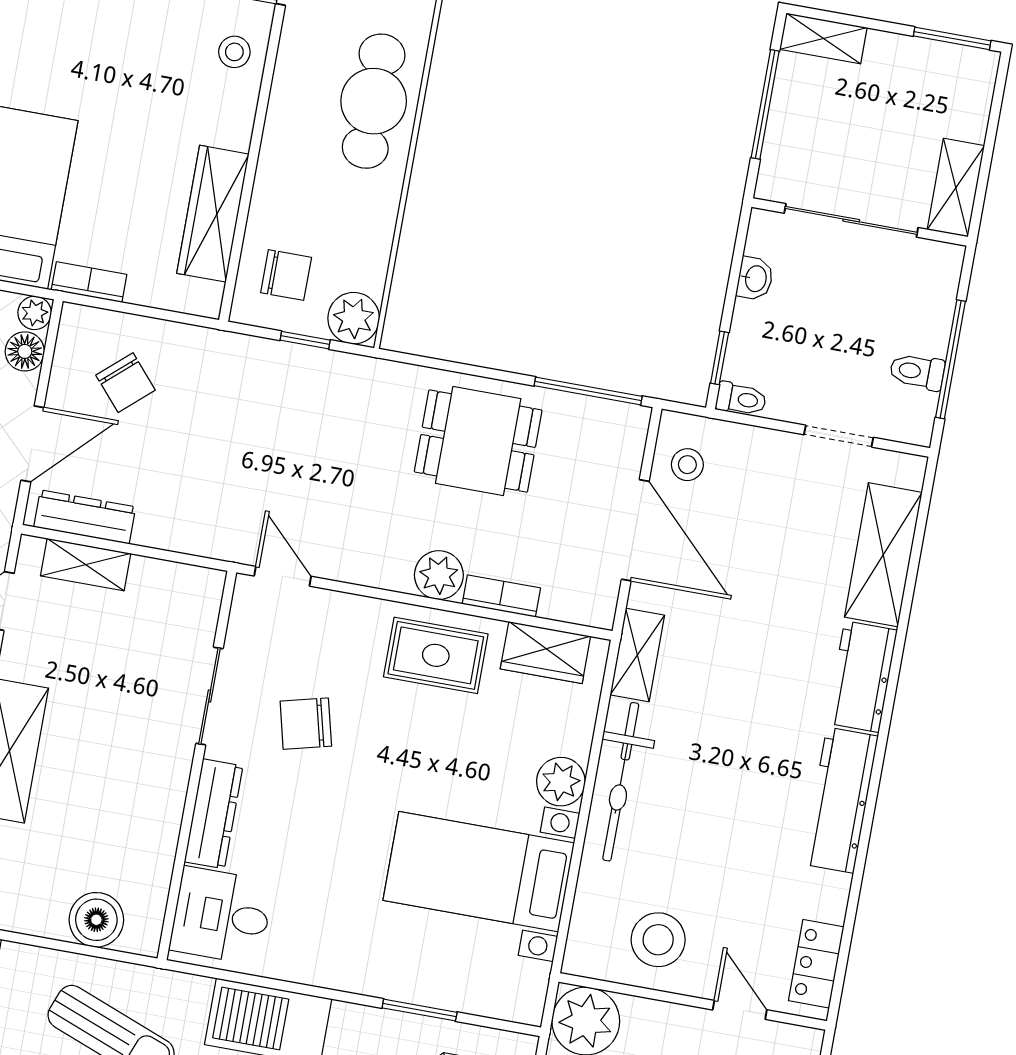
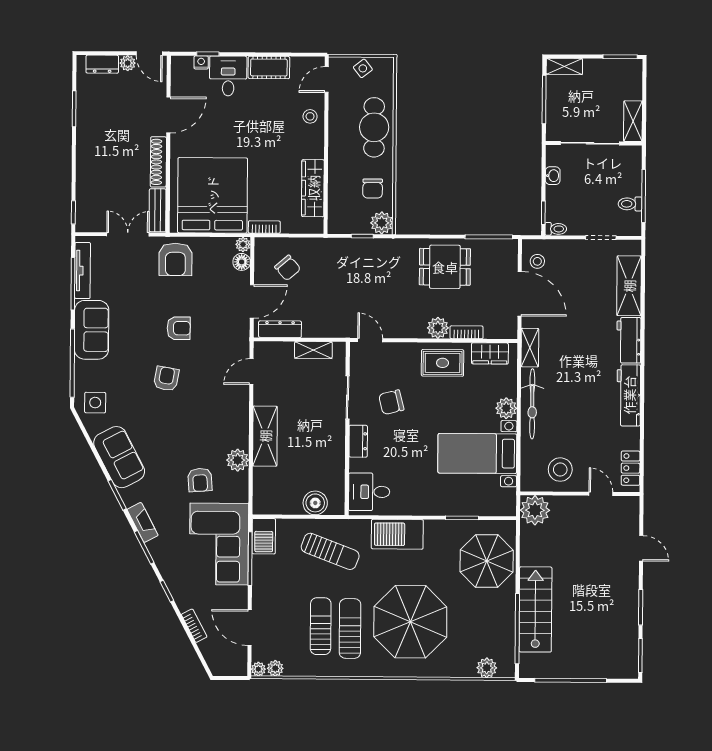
chair: (286, 275) -> (373, 188), moved, turned 90
shelving: (86, 565) -> (313, 350), moved
dresser: (214, 814) -> (358, 441), width x0.70

